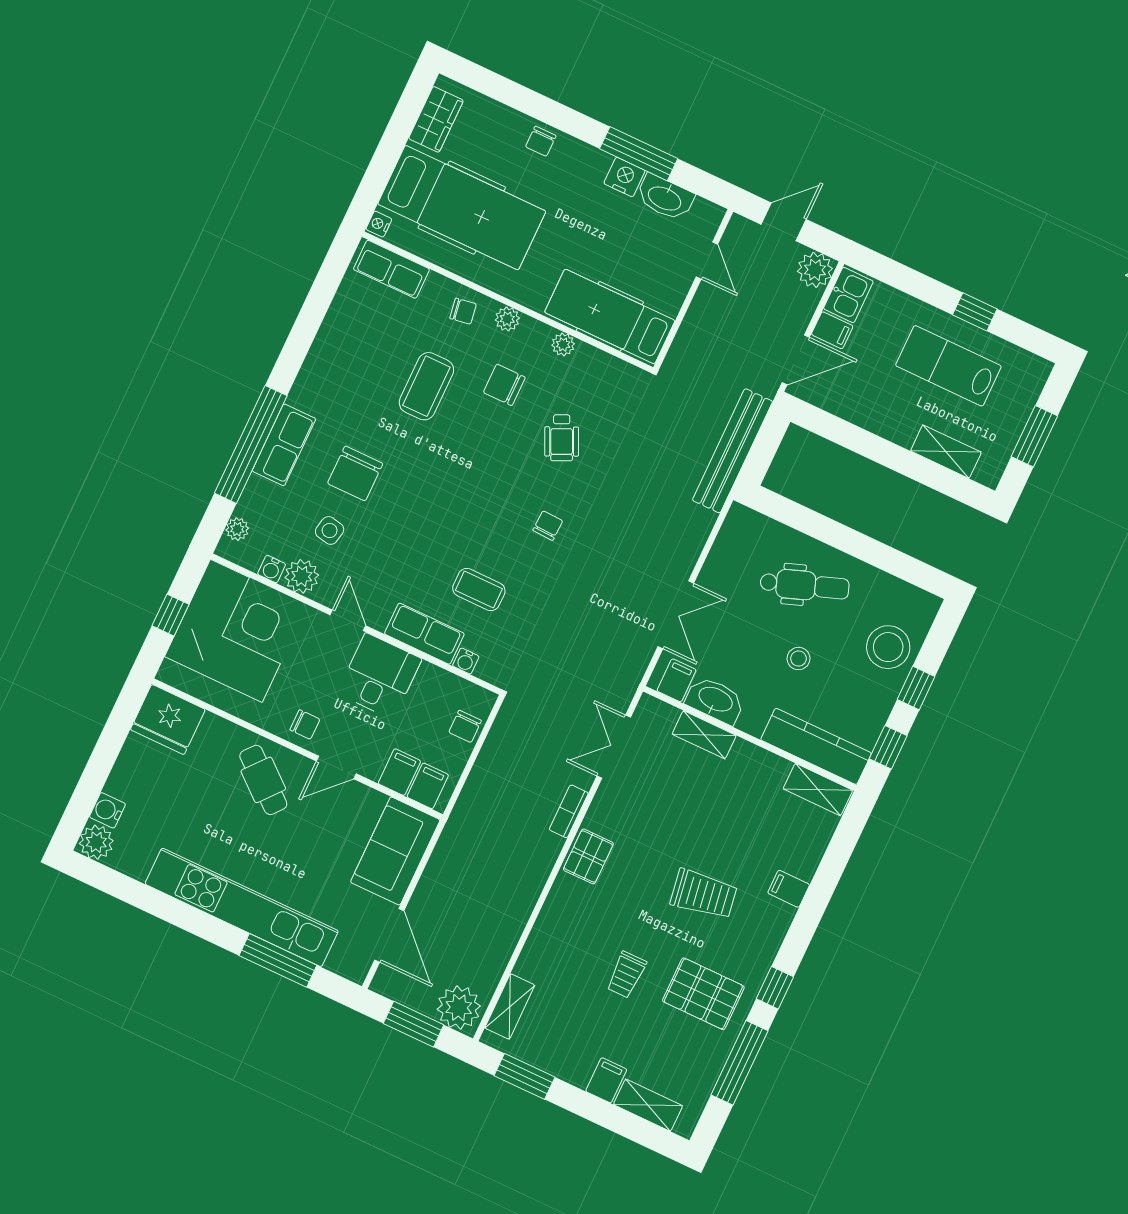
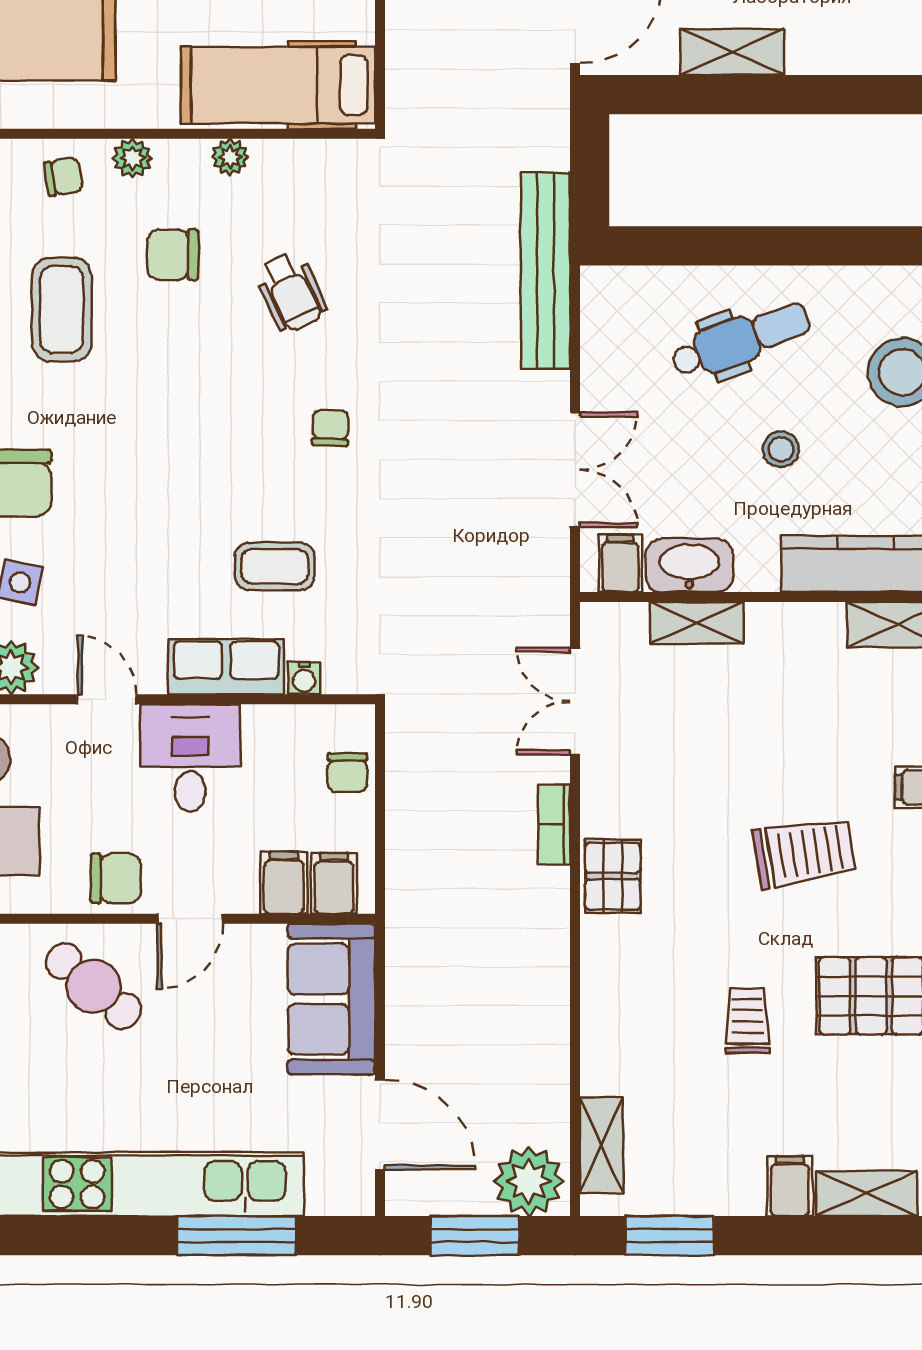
bench: (732, 451) -> (546, 271), moved
shelving: (946, 452) -> (732, 52), moved
chair: (305, 725) -> (116, 878), width x1.37, depth x1.37
trolley: (626, 975) -> (747, 1021), turned 180

